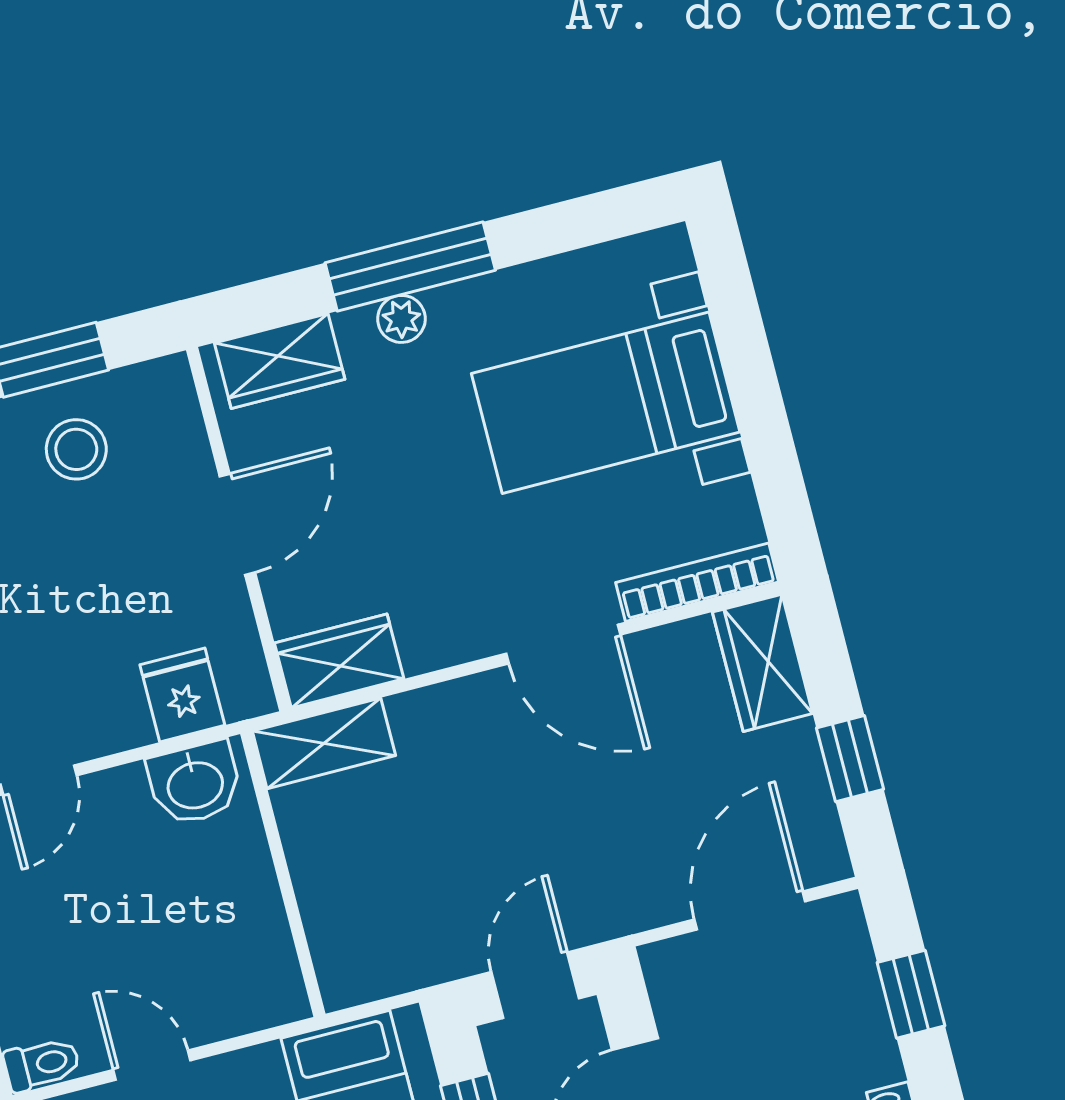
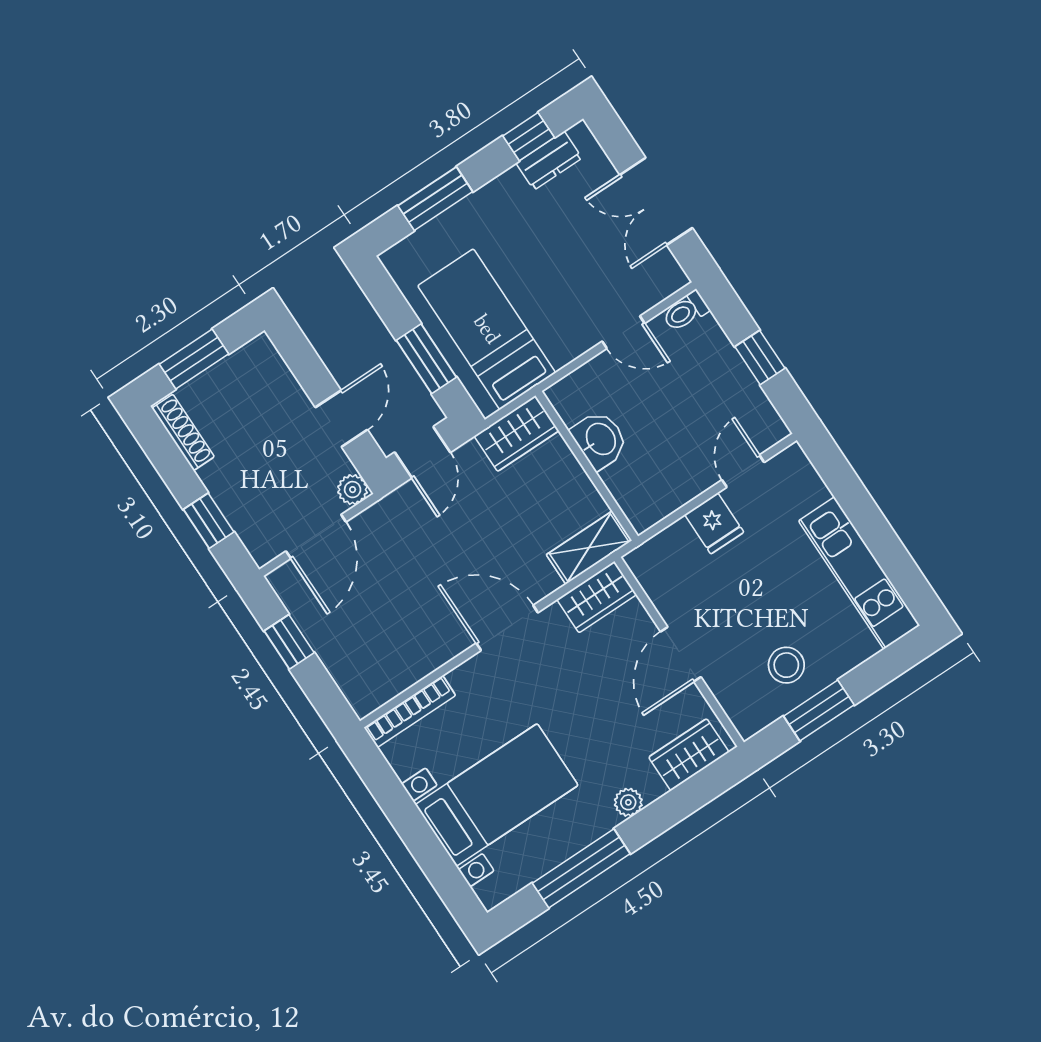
window: (410, 266) -> (581, 868), moved
door: (563, 644) -> (507, 628), moved
wardrobe: (763, 663) -> (516, 433), moved, turned 90
fridge: (182, 695) -> (714, 523), moved
washbasin: (195, 783) -> (600, 440), moved, turned 90
plant: (666, 965) -> (353, 490), added

